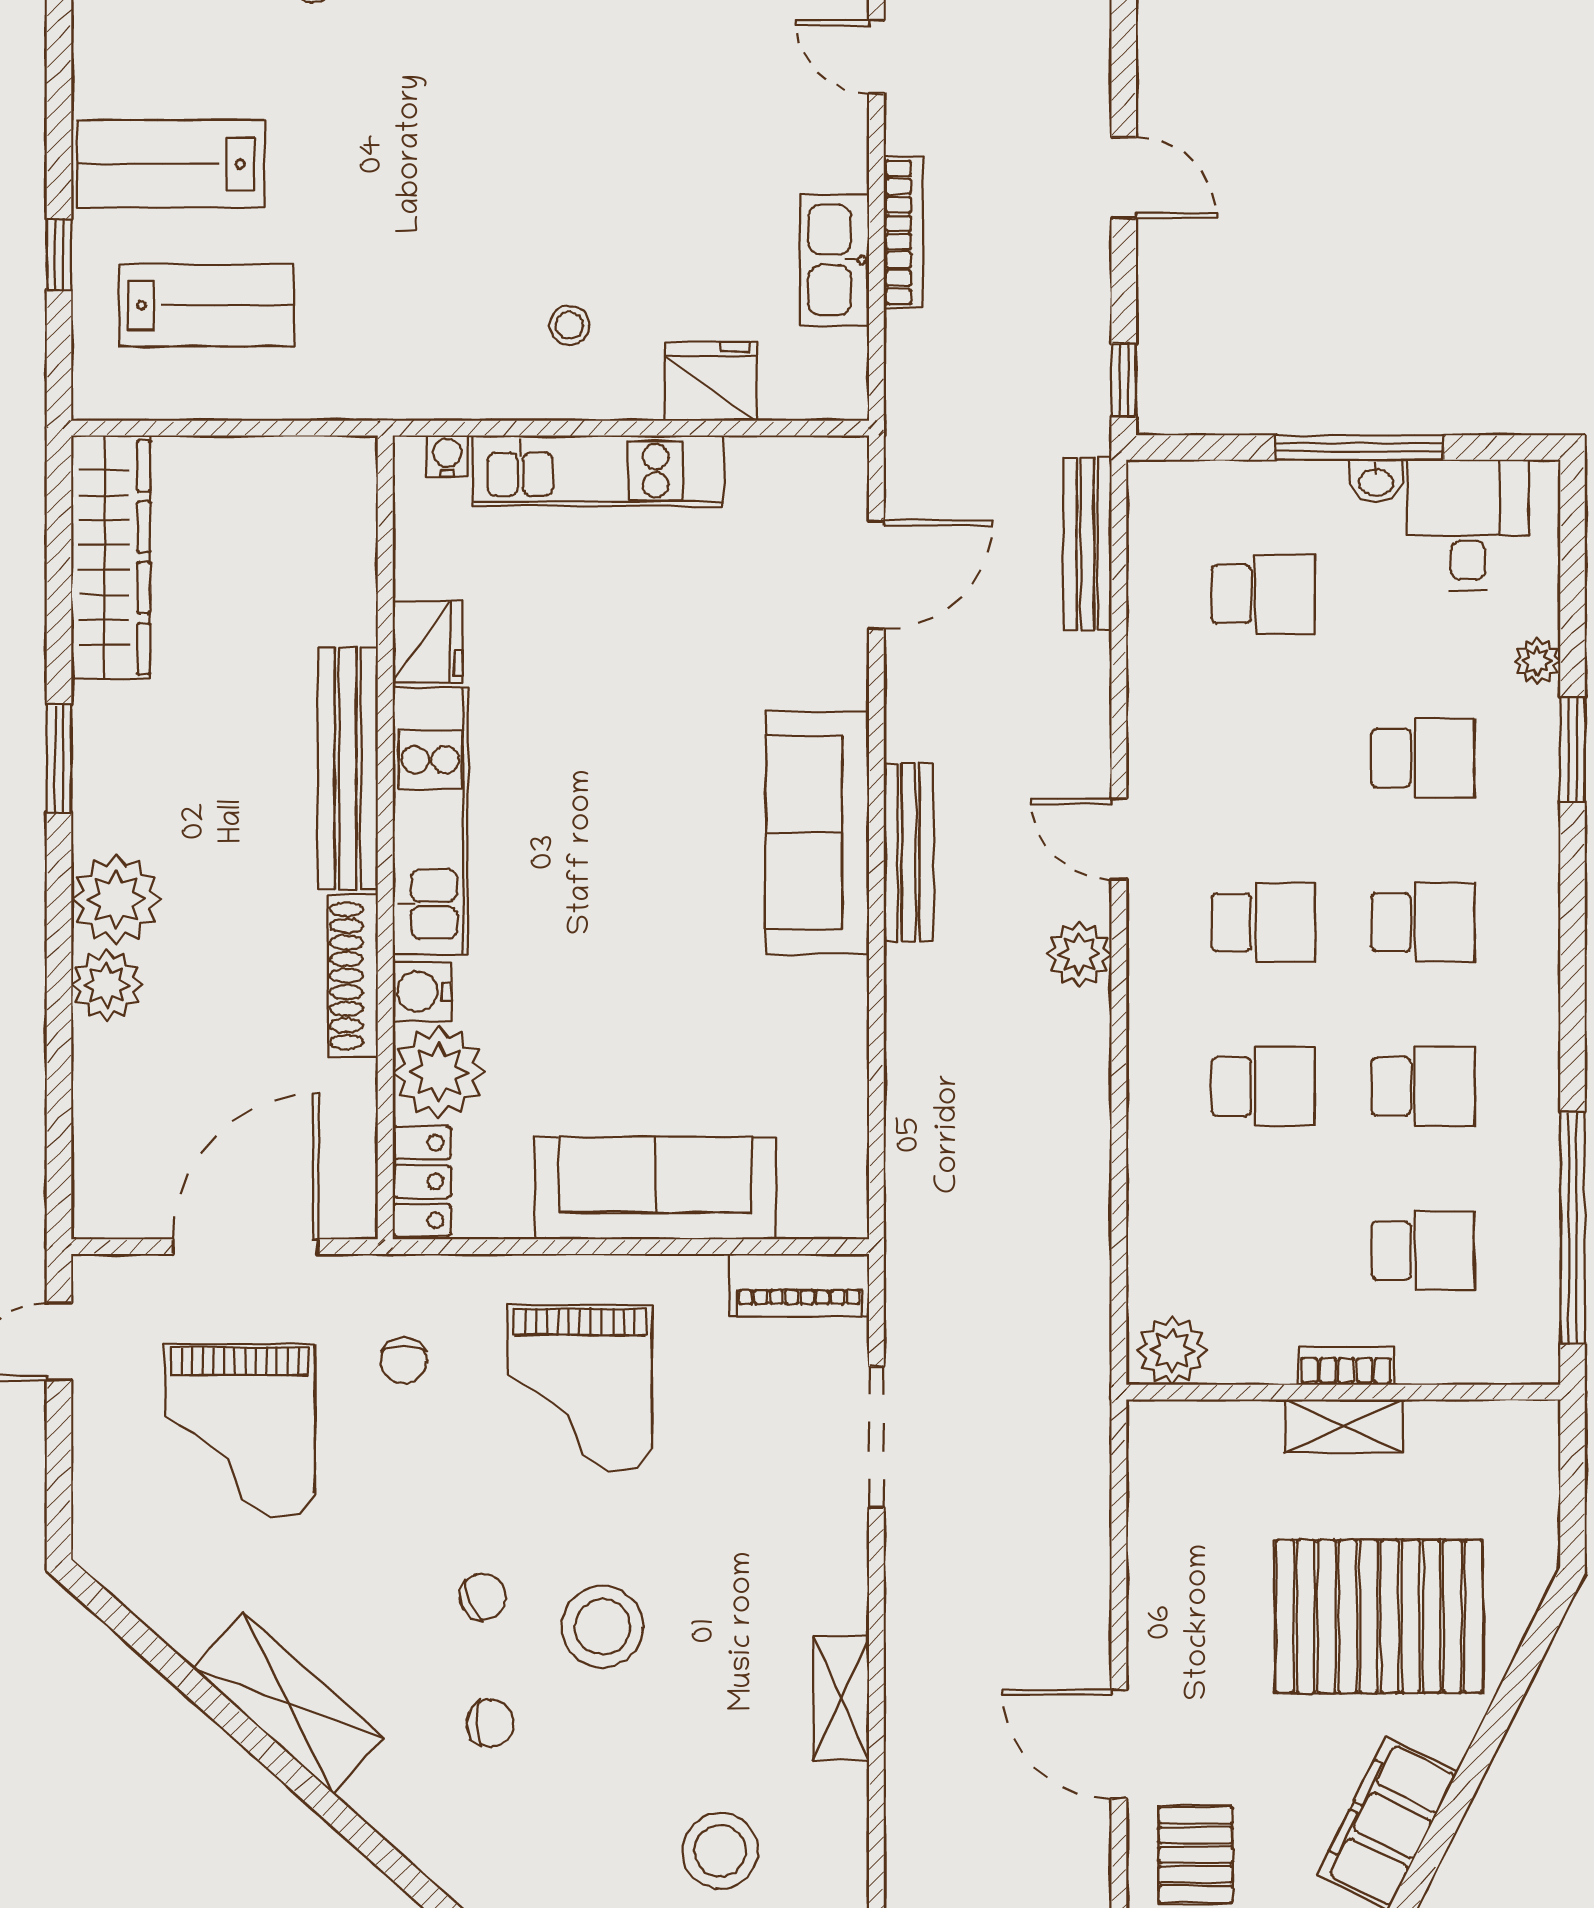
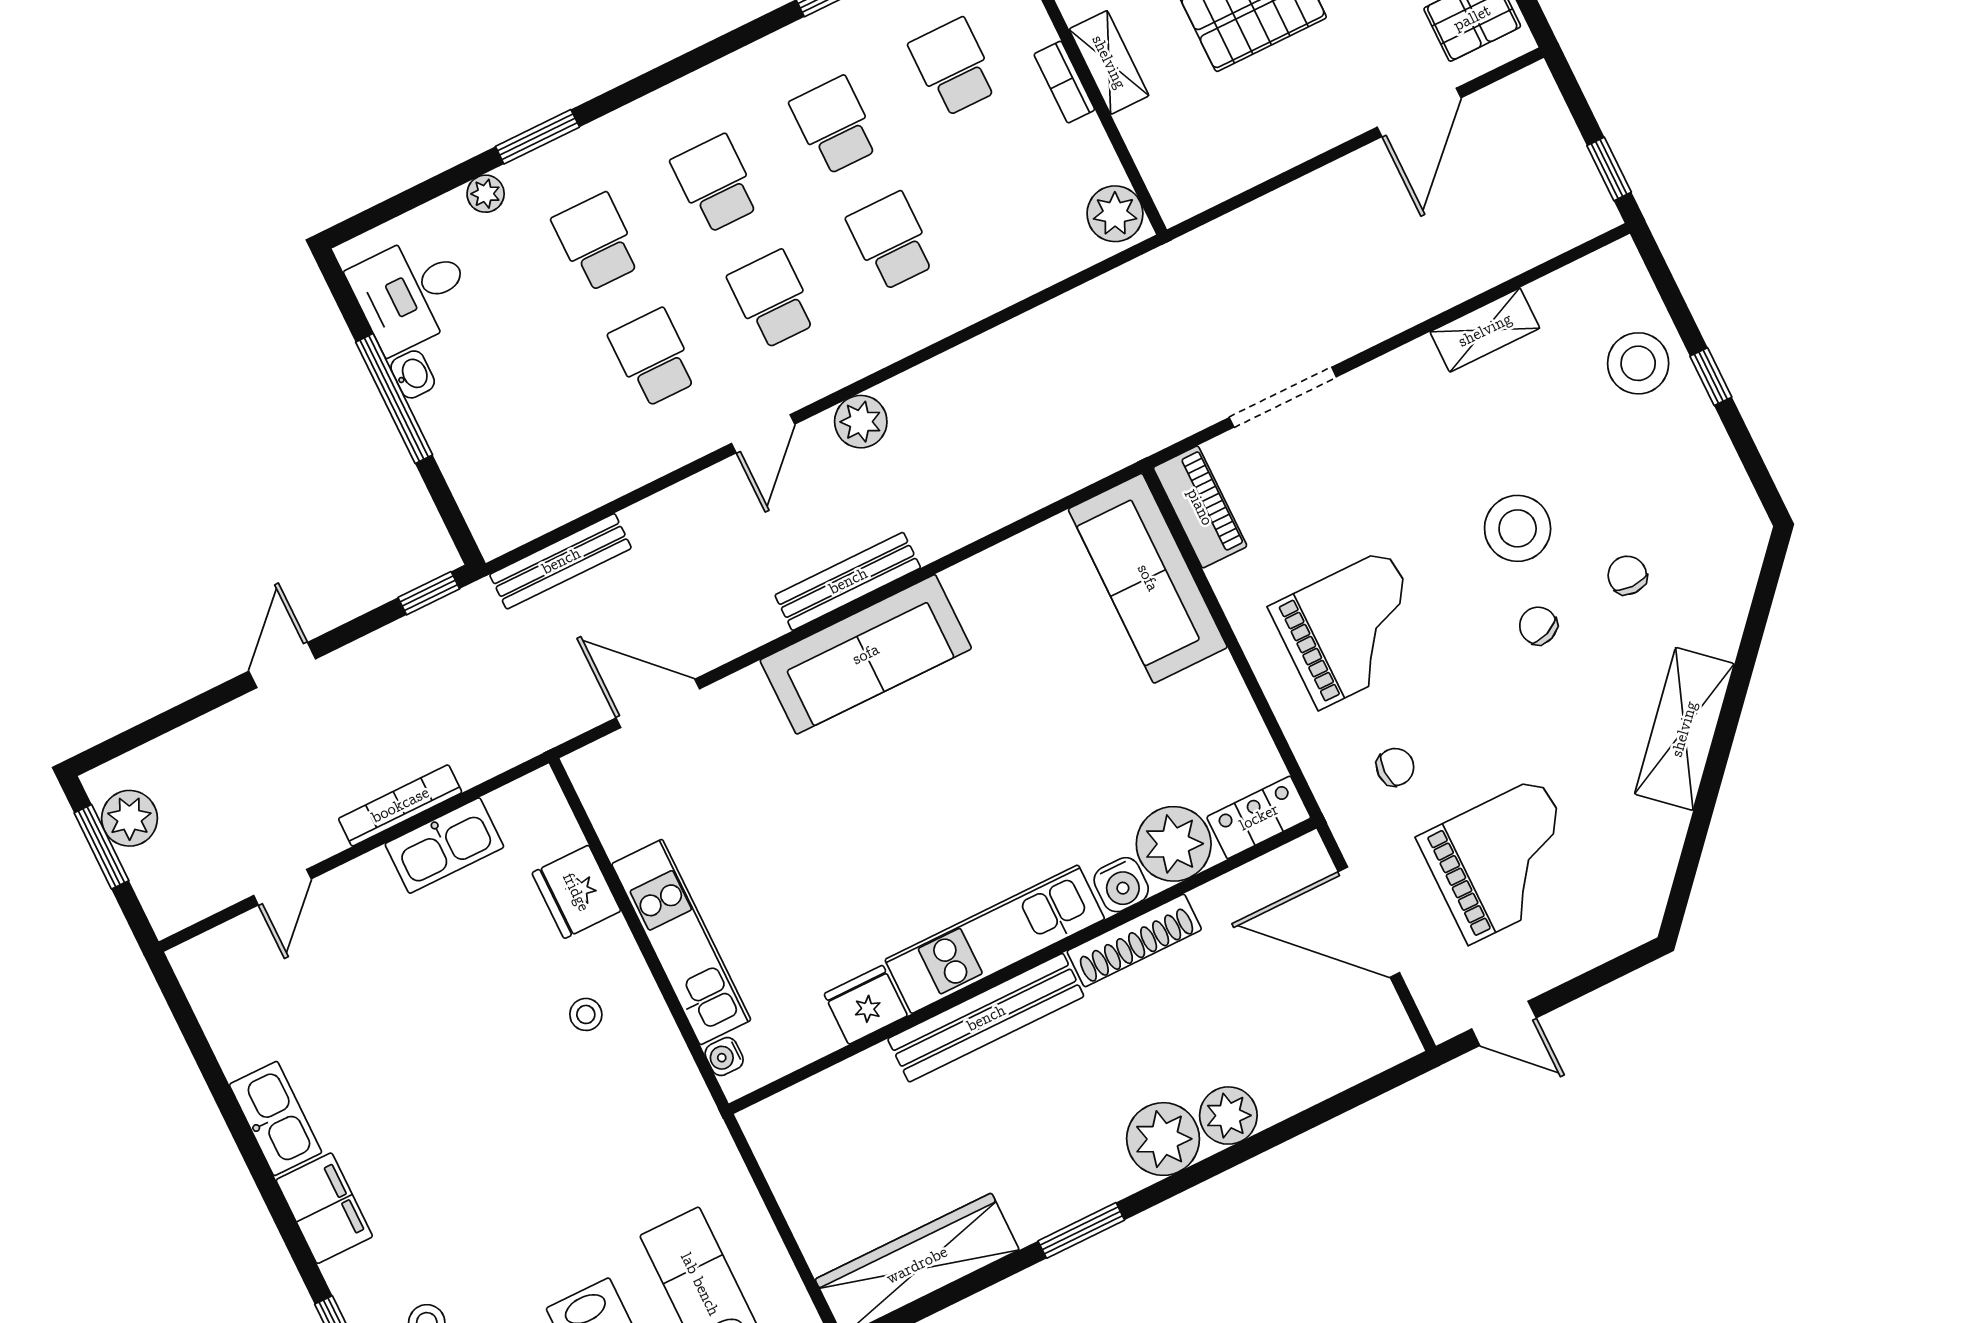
school desk: (1263, 594) -> (653, 358), moved
sofa: (655, 1188) -> (1148, 578), moved

